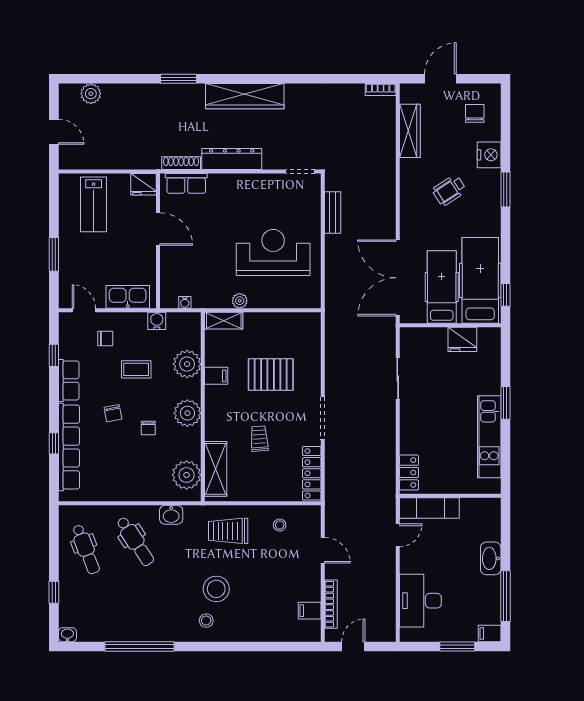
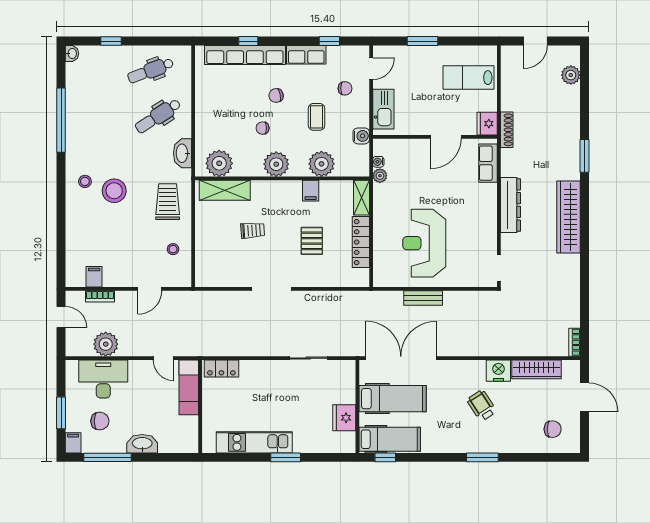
nightstand: (489, 155) -> (498, 371), moved, turned 180
shoe rack: (181, 163) -> (507, 130), moved
bench: (333, 213) -> (423, 298), moved
reception desk: (273, 253) -> (424, 243), turned 180
hospital bed: (480, 280) -> (390, 439), width x0.73, depth x0.78
plant: (240, 301) -> (380, 176), moved
chair: (105, 338) -> (345, 88), turned -90
pallet: (271, 375) -> (312, 241), width x0.67, depth x0.71
locker: (312, 473) -> (361, 242), moved, turned -90
washbasin: (171, 515) -> (182, 153), width x1.38
plant: (383, 598) -> (106, 344), added
bookcase: (331, 604) -> (100, 296), width x0.64
chair: (466, 604) -> (100, 421), added

